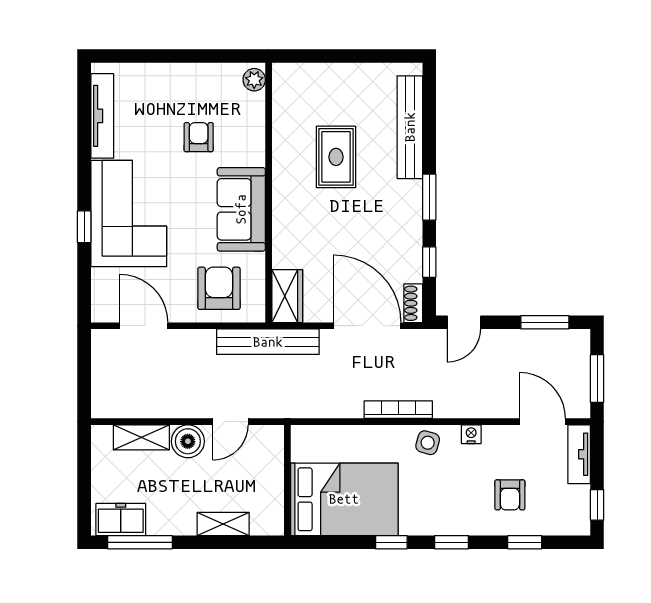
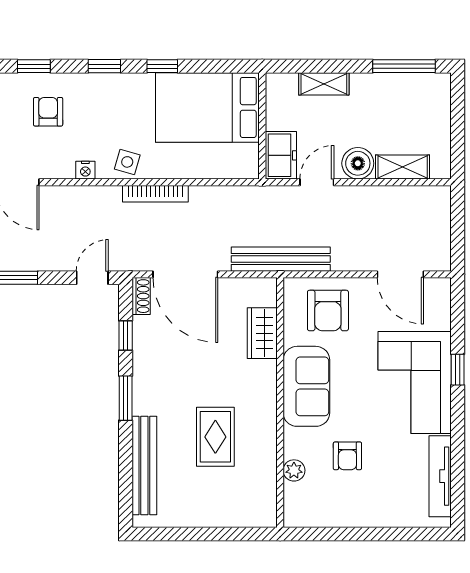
plant: (254, 80) -> (294, 470), moved
wardrobe: (287, 296) -> (262, 333), moved
freezer: (121, 519) -> (281, 155), moved, turned -90

